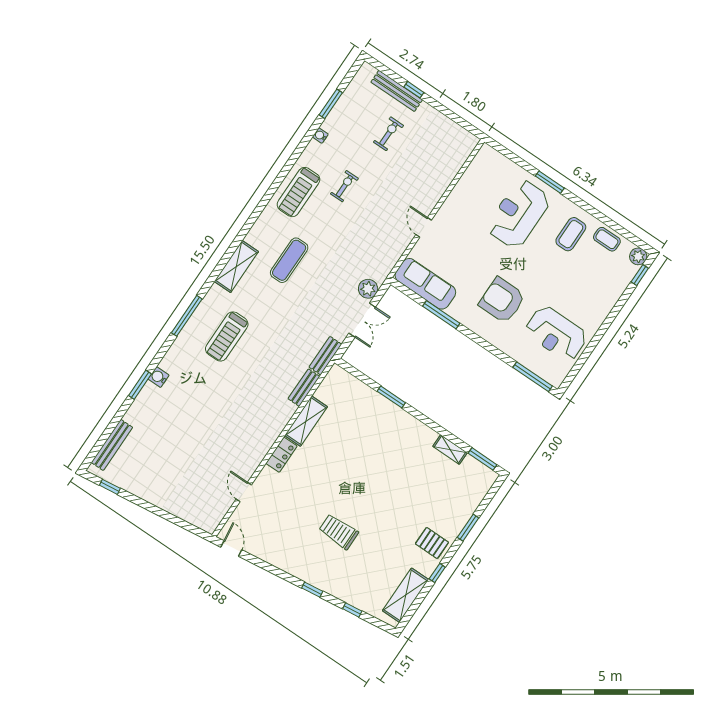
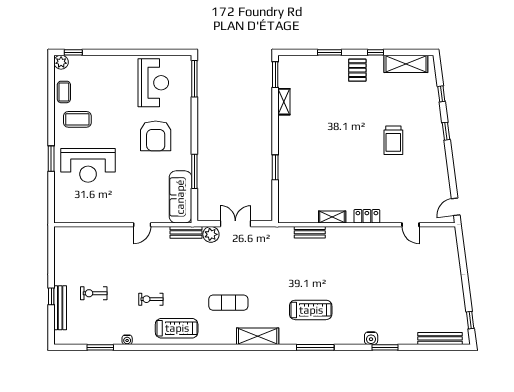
bench: (325, 356) -> (186, 232), moved
shelving: (306, 421) -> (332, 217), width x0.67, depth x0.75
door: (244, 492) -> (411, 225), hinge flipped

